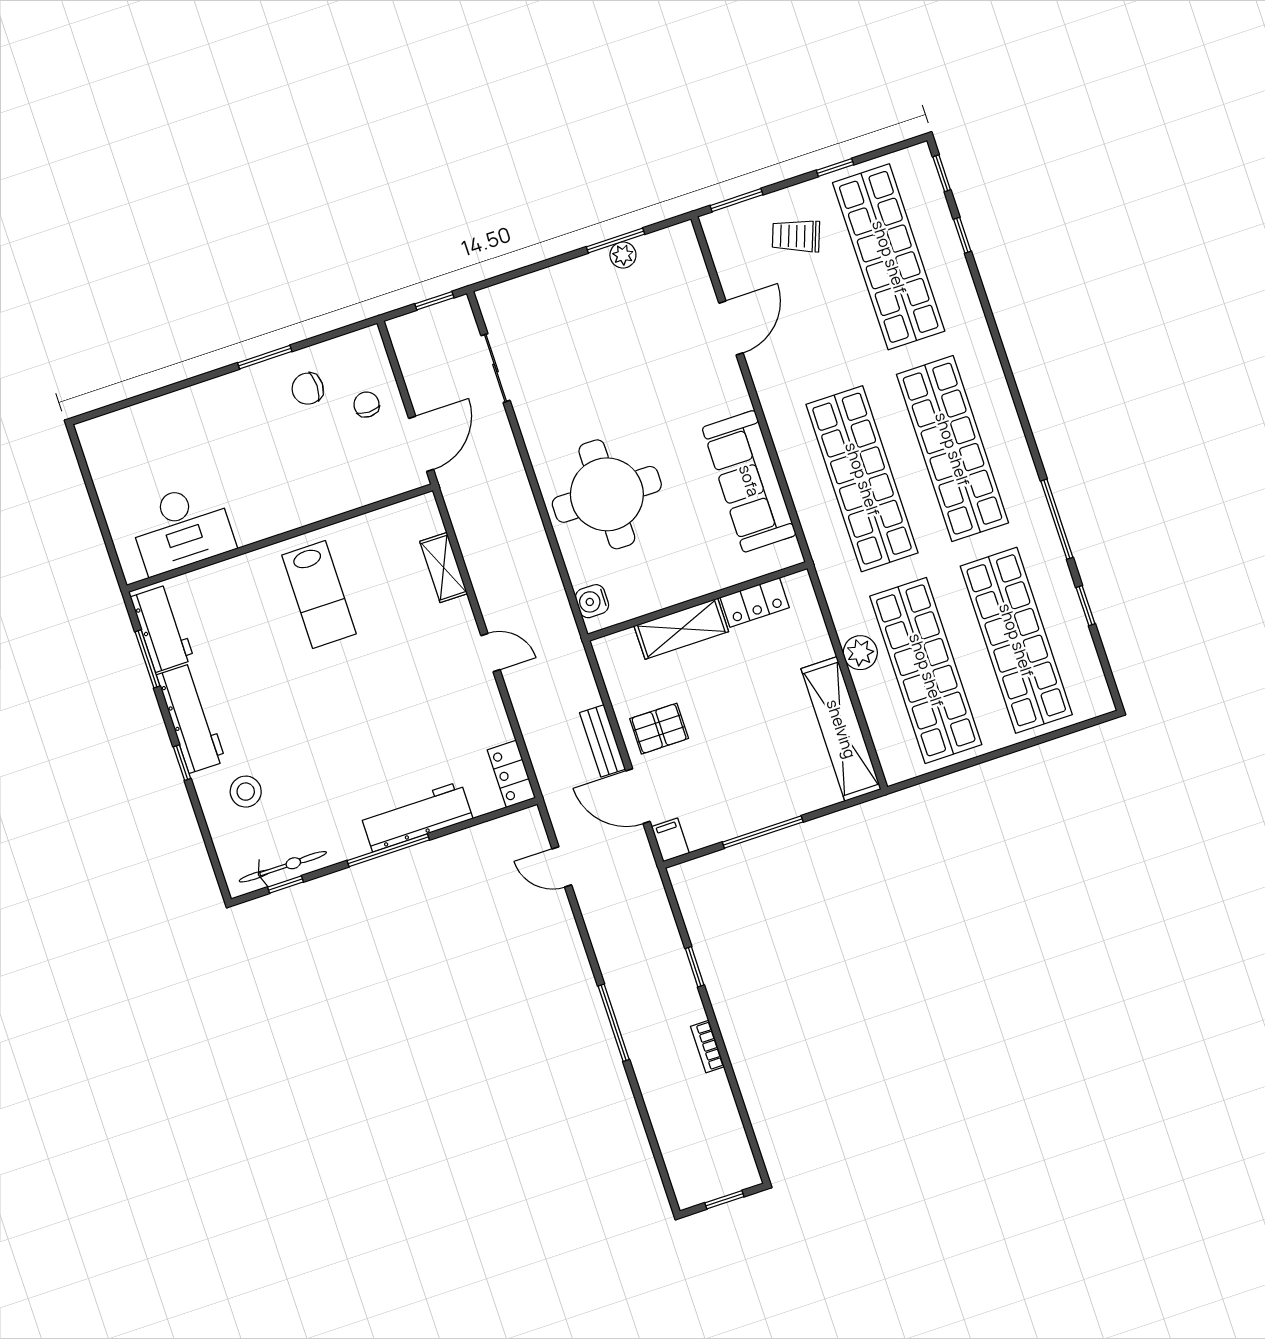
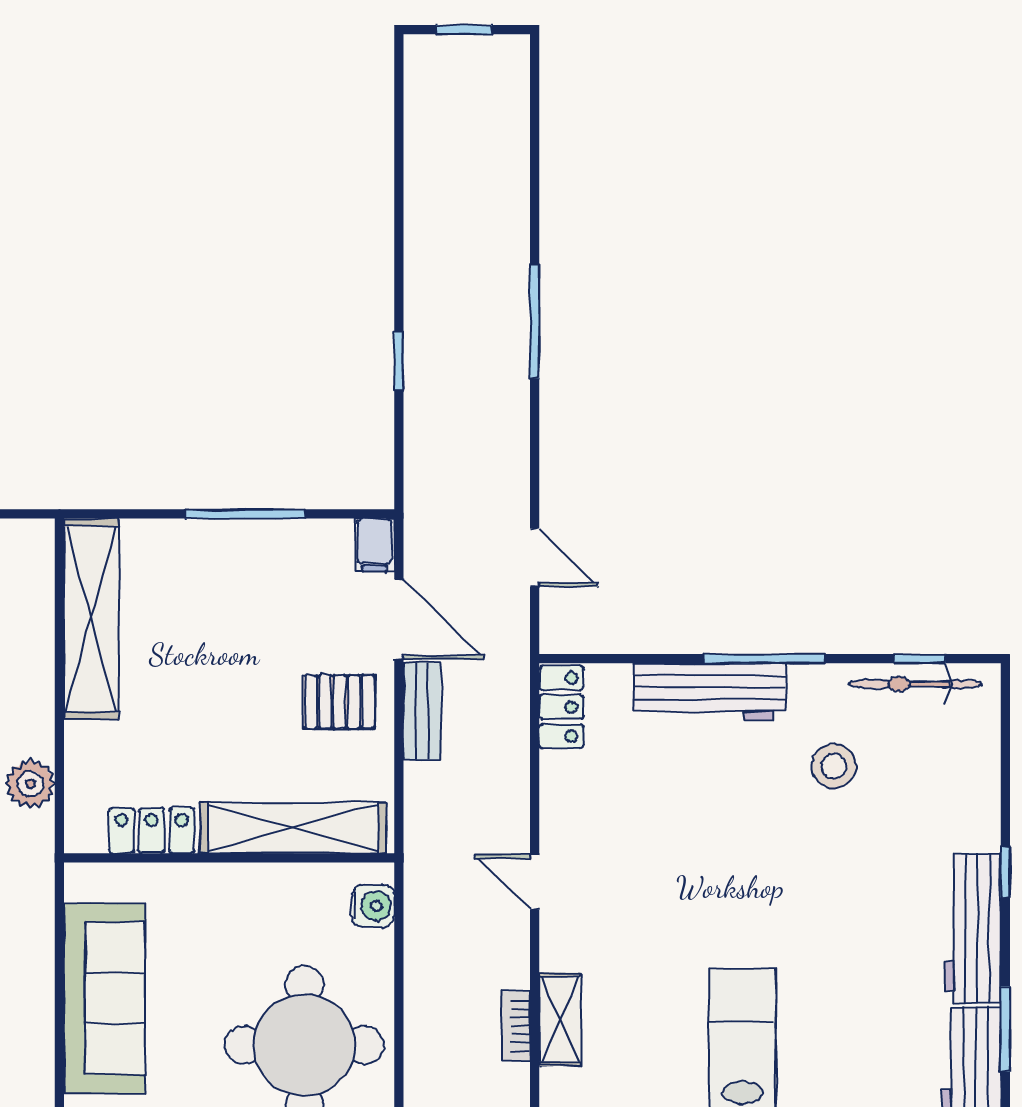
shelving: (681, 629) -> (293, 828), width x1.47
plant: (860, 653) -> (31, 784), moved
stool: (246, 792) -> (834, 766), moved
bookcase: (707, 1046) -> (516, 1026), moved, turned 180

